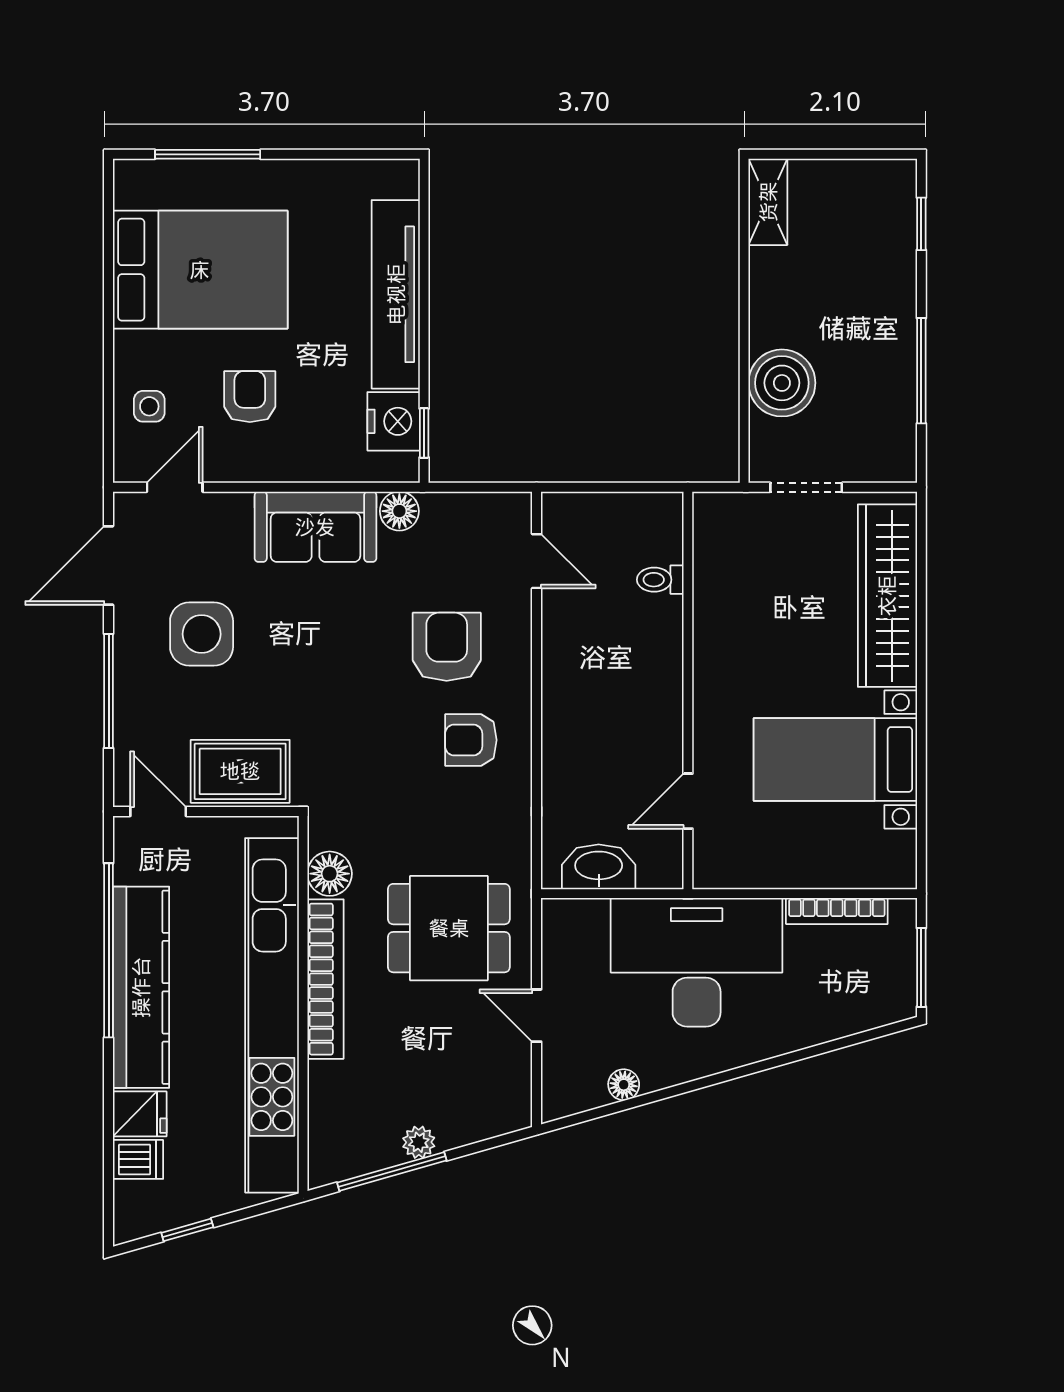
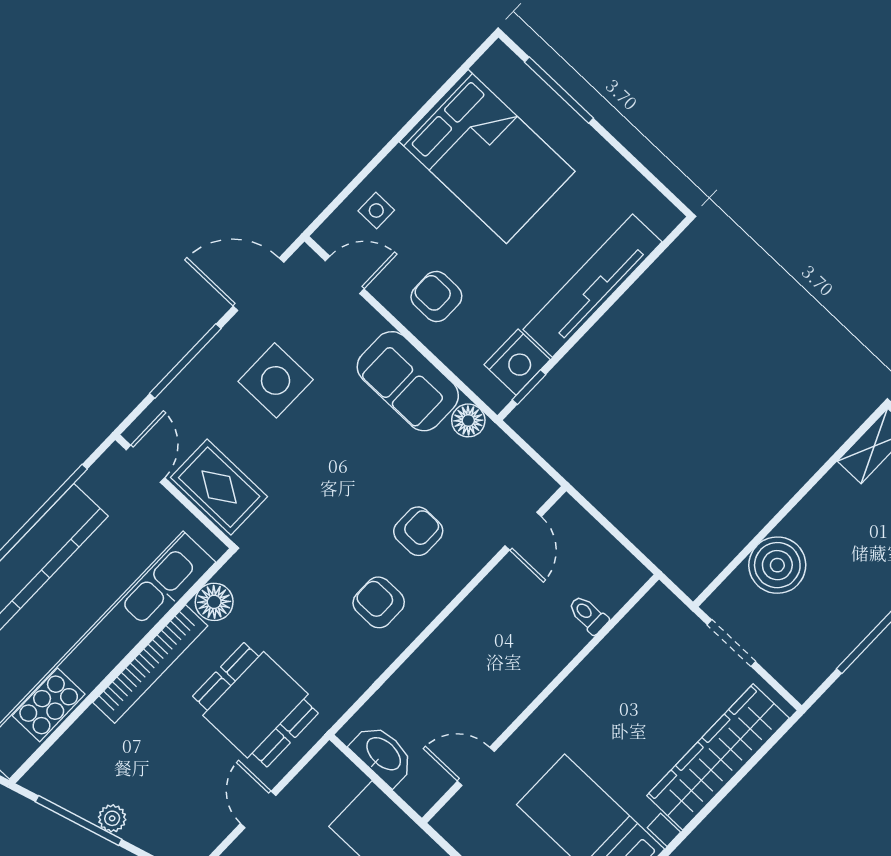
armchair: (250, 397) -> (436, 296), moved, turned -90
armchair: (447, 647) -> (418, 531), width x0.72, depth x0.72

